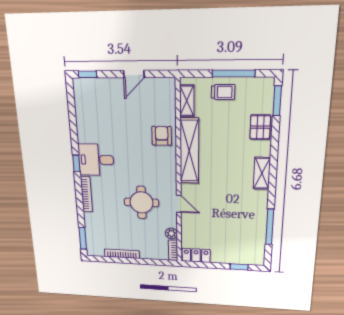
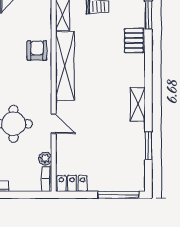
shelving: (262, 173) -> (138, 104), moved
window: (270, 227) -> (148, 146), width x0.69
window: (239, 267) -> (119, 195), width x2.17

